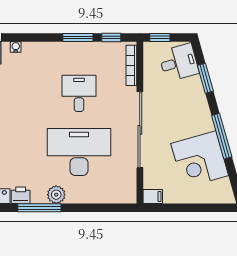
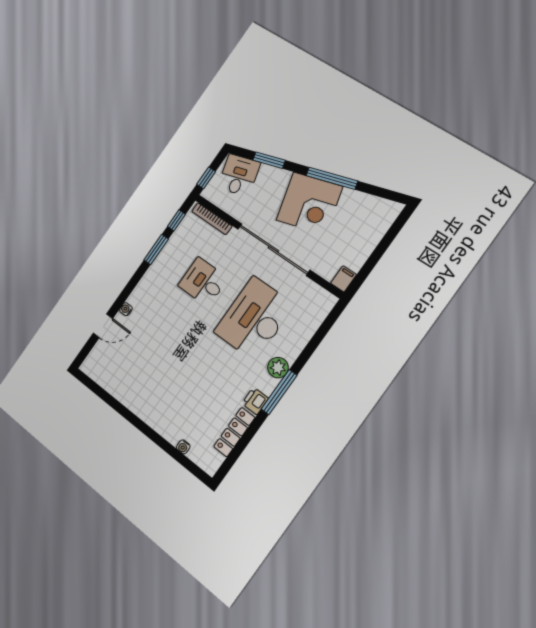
corner desk: (200, 160) -> (309, 203), moved

